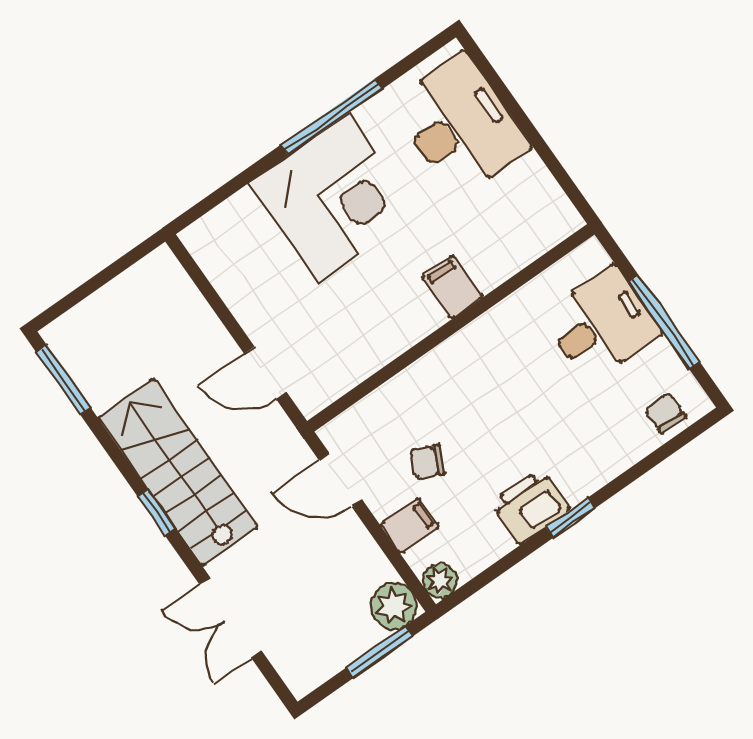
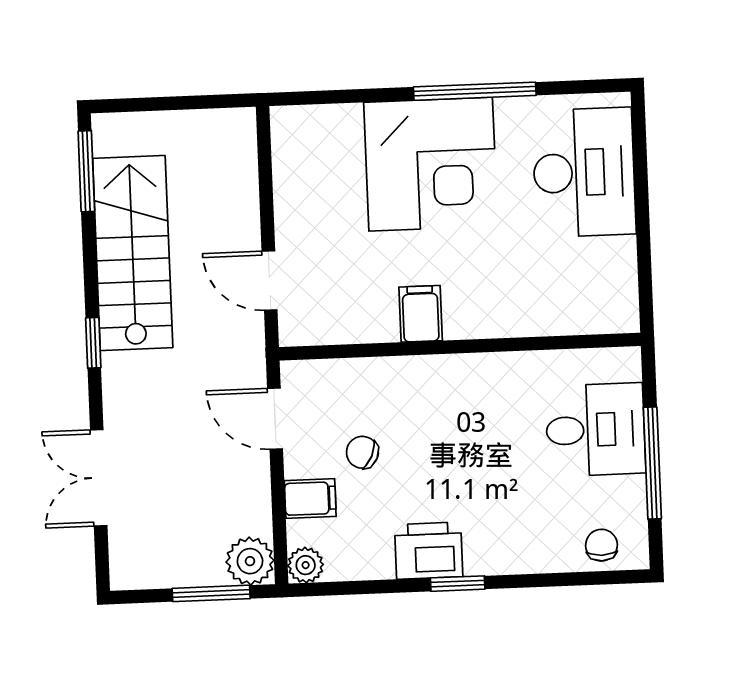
filing cabinet: (452, 287) -> (421, 314), moved
stairs: (178, 472) -> (133, 253), moved

